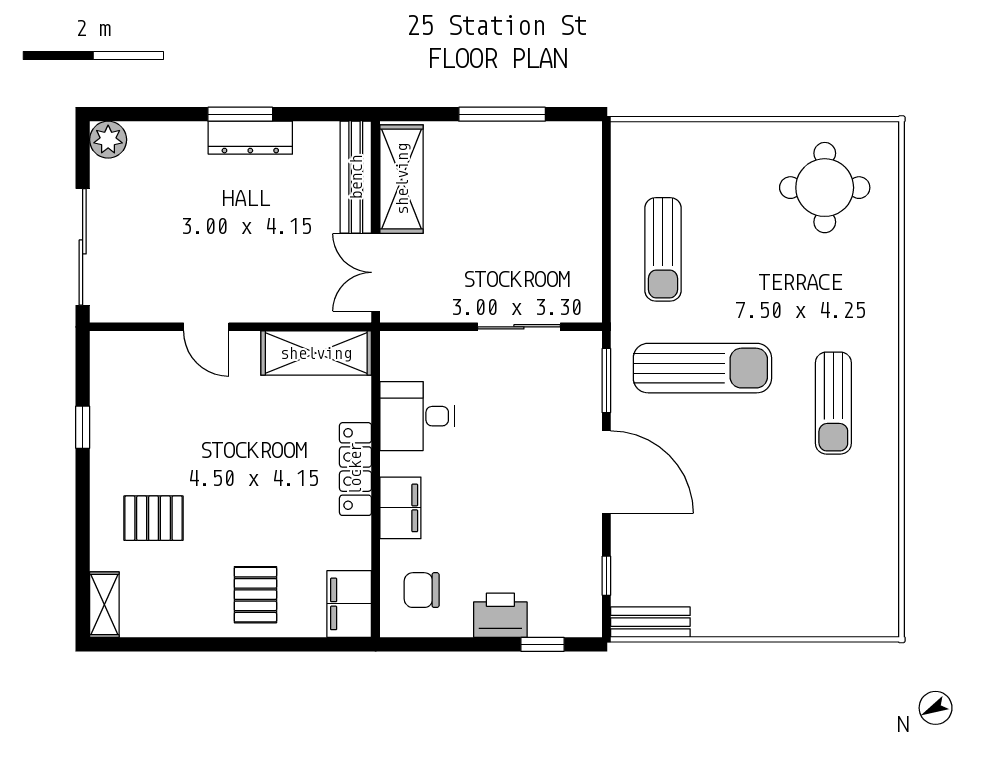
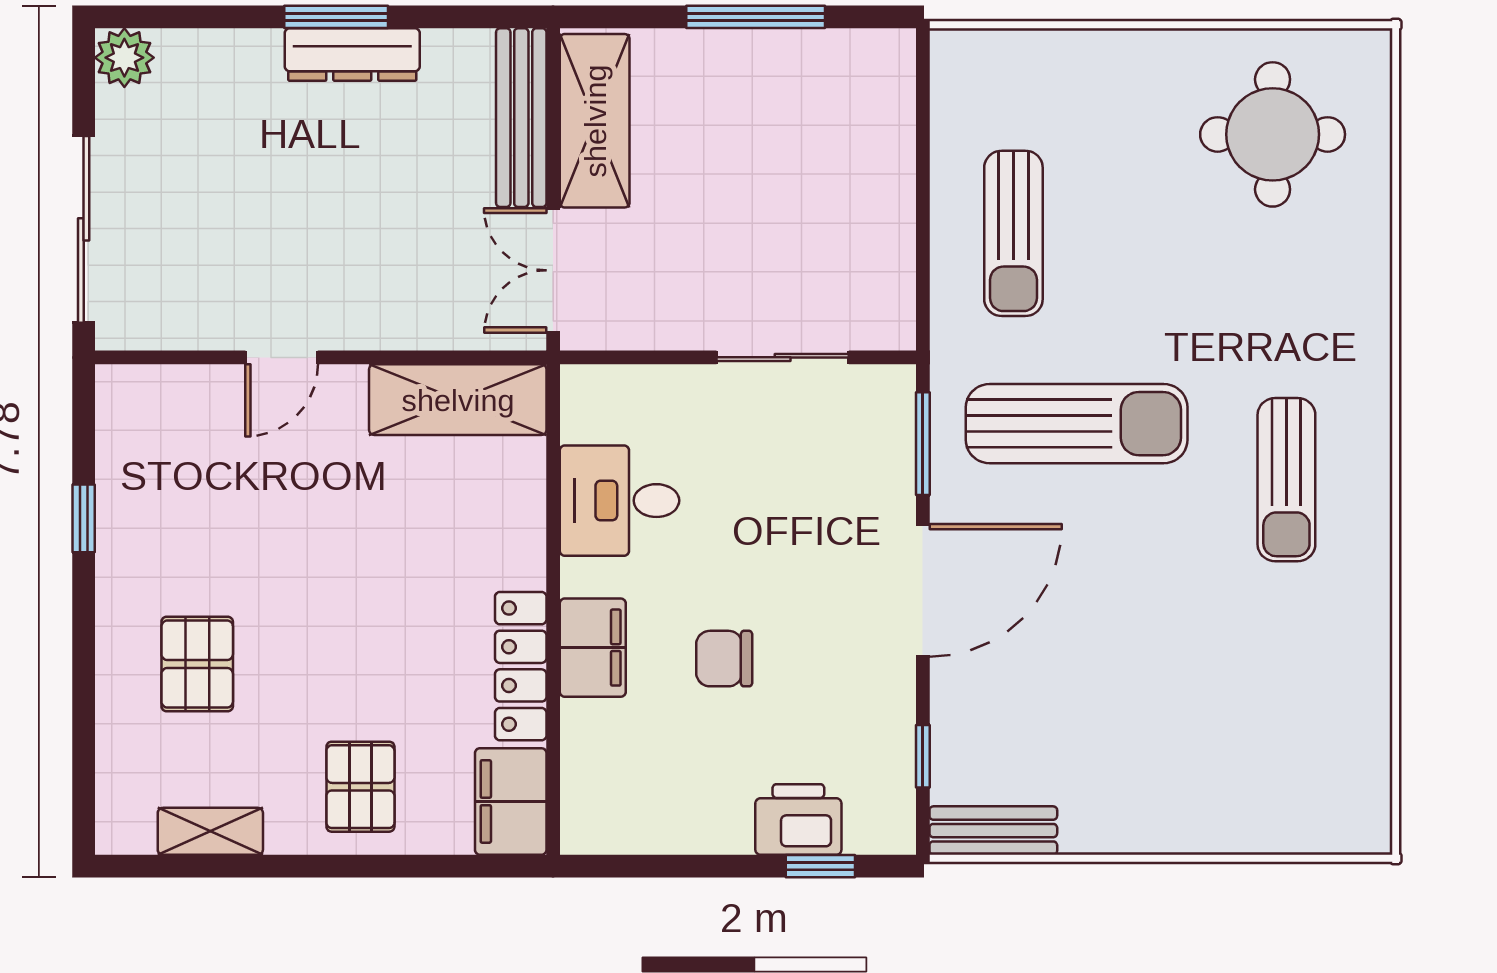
door: (206, 327) -> (282, 357), hinge flipped
locker: (355, 469) -> (521, 666), moved
door: (606, 472) -> (923, 590), hinge flipped
pallet: (154, 518) -> (197, 664), turned 90
chair: (422, 590) -> (724, 659), moved
shelving: (104, 605) -> (210, 831), moved, turned 90
printer: (500, 615) -> (798, 819), moved

